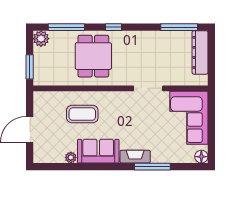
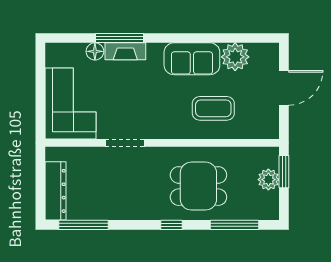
plant: (41, 39) -> (268, 180), moved
dining table: (93, 56) -> (198, 186), turned 90
plant: (71, 157) -> (235, 57), width x1.87, depth x1.87
fireplace: (135, 157) -> (125, 51), moved
floor lamp: (201, 157) -> (95, 51), moved

